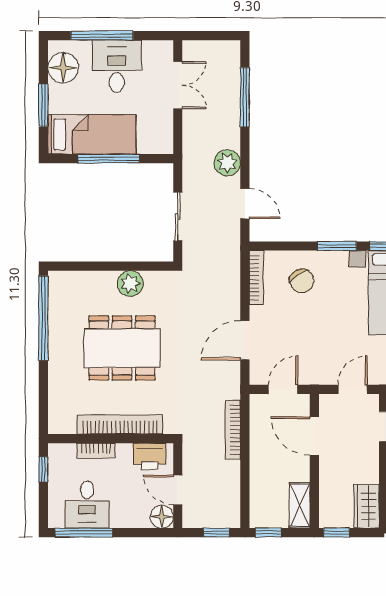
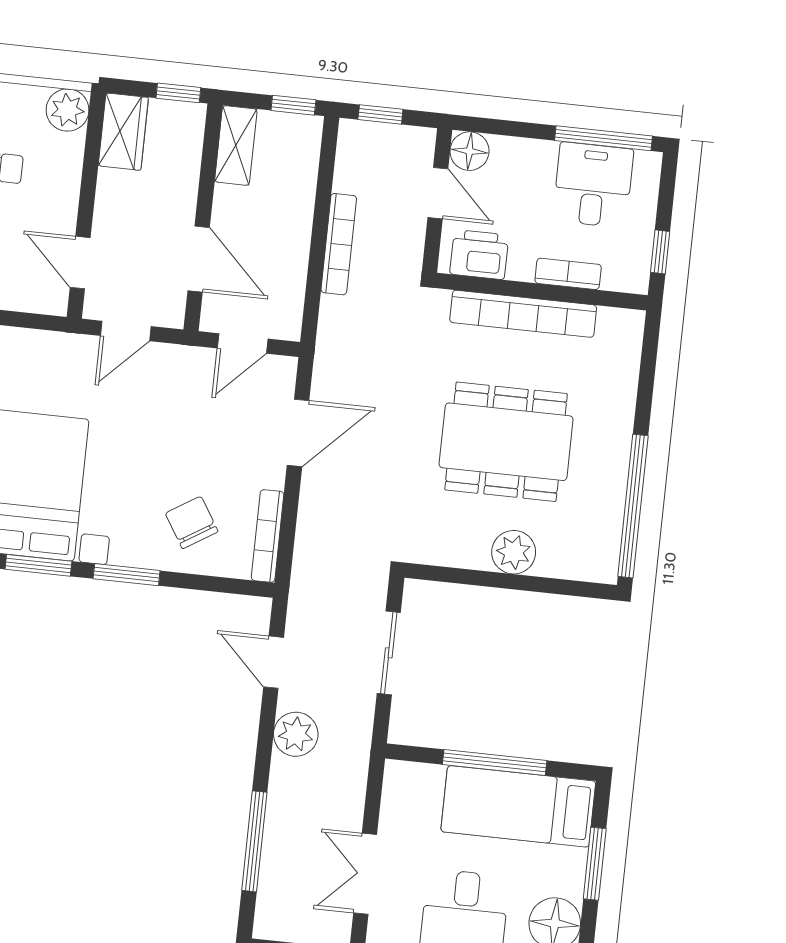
plant: (130, 284) -> (514, 552), moved
bookcase: (233, 430) -> (339, 244), moved

